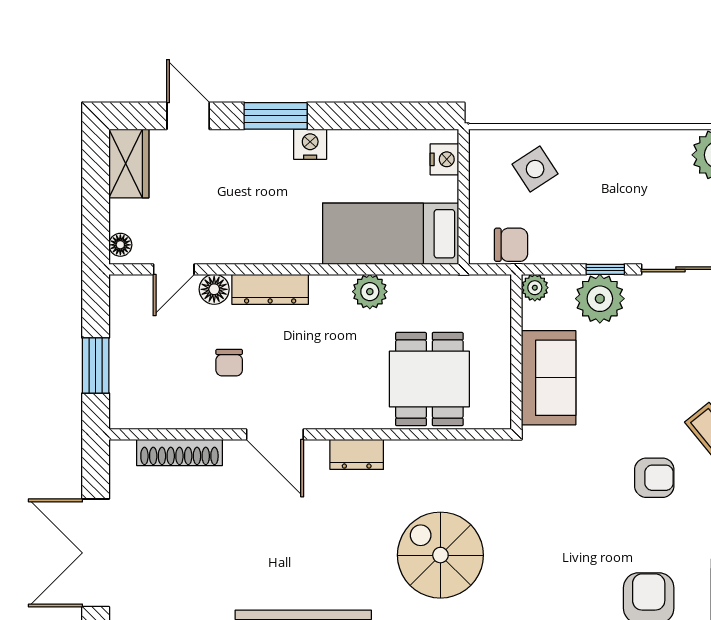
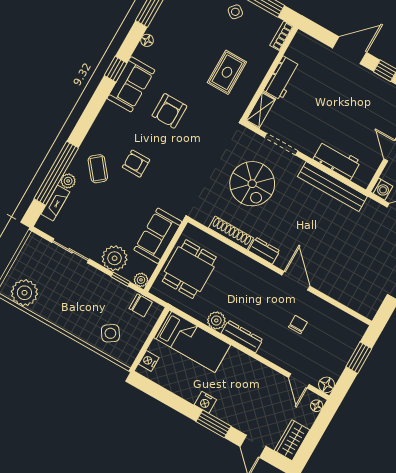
chair: (511, 245) -> (141, 305), turned 180
door: (174, 269) -> (299, 381), swing flipped
window: (605, 269) -> (120, 279), moved
floor lamp: (214, 289) -> (327, 385), moved
dresser: (270, 289) -> (242, 337), moved
dining table: (429, 379) -> (189, 269), moved
shoe rack: (179, 453) -> (231, 233), moved

